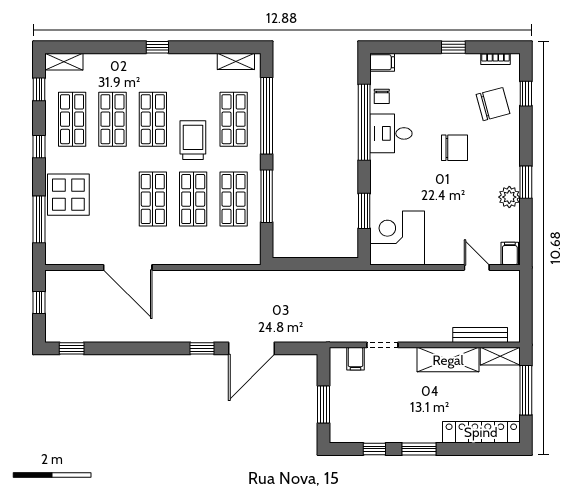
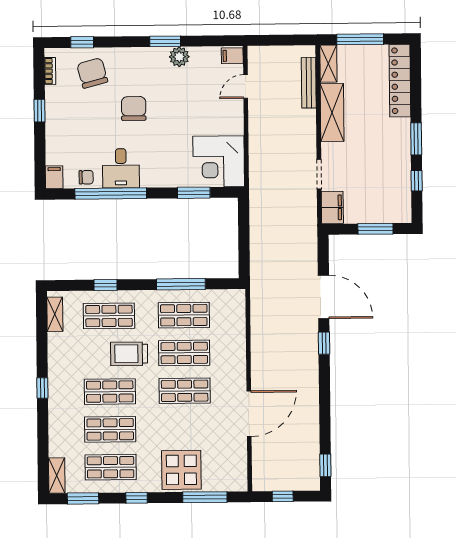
window: (39, 89) -> (83, 498), width x1.50
window: (267, 116) -> (105, 285), width x0.32
filing cabinet: (355, 359) -> (332, 207), width x2.00

